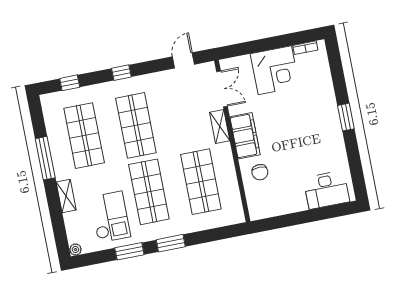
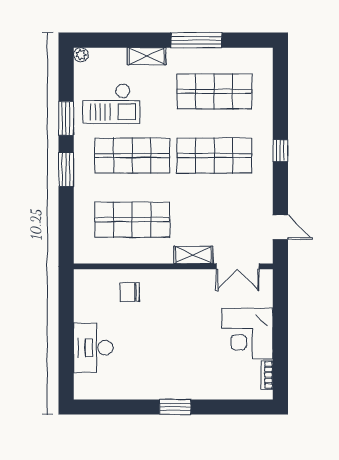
window: (70, 83) -> (280, 87), removed
filing cabinet: (245, 136) -> (177, 283), removed
desk: (326, 190) -> (93, 348), moved

